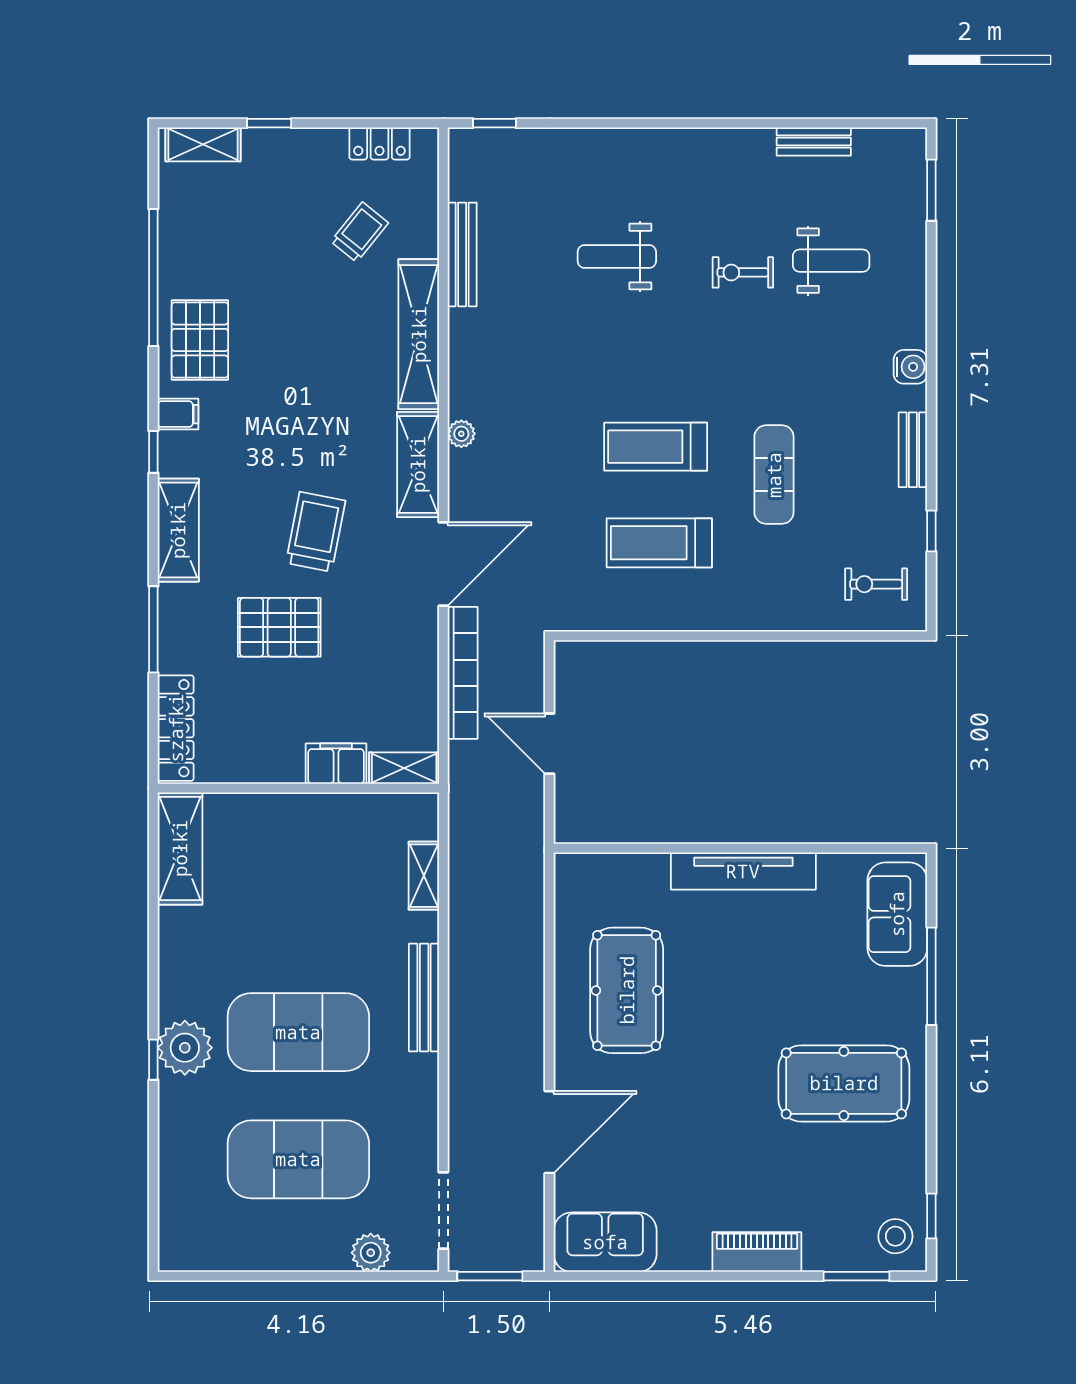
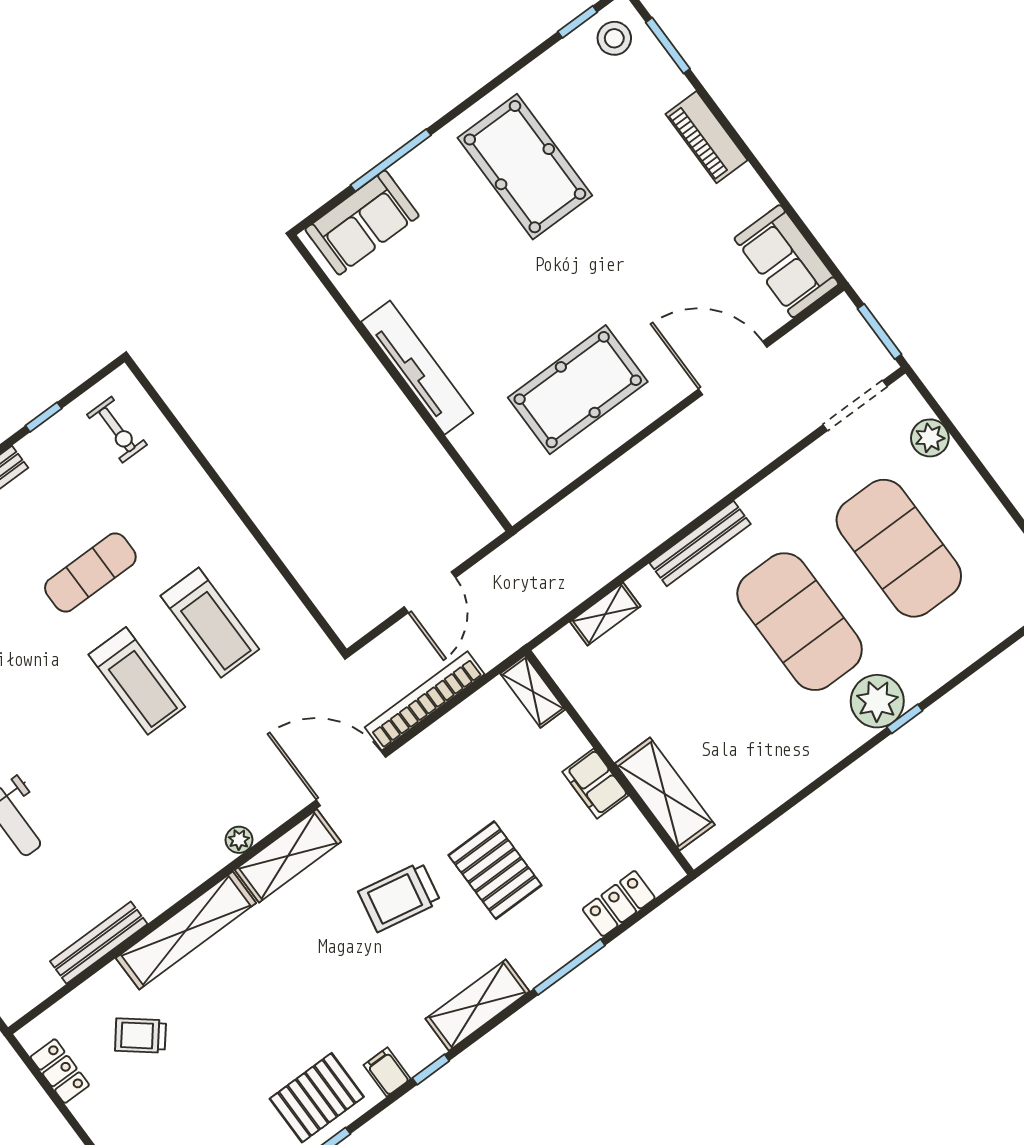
locker: (176, 728) -> (619, 904), width x0.66
filing cabinet: (336, 764) -> (595, 784), moved
shelving: (180, 848) -> (665, 794), moved, turned 90

